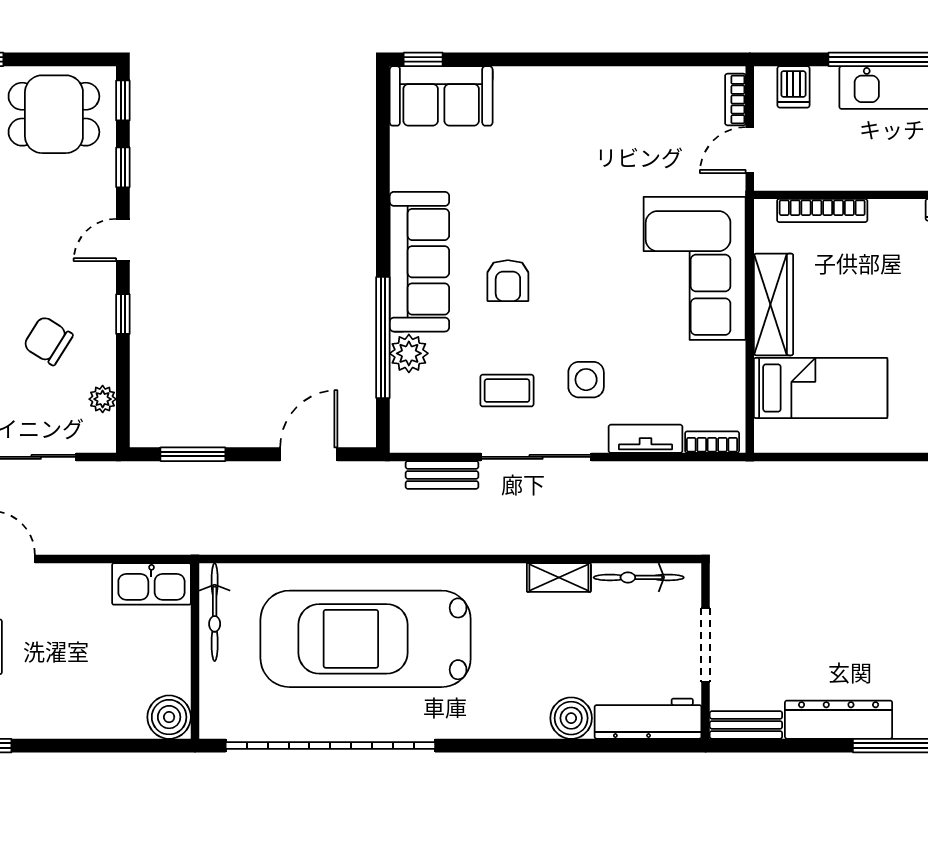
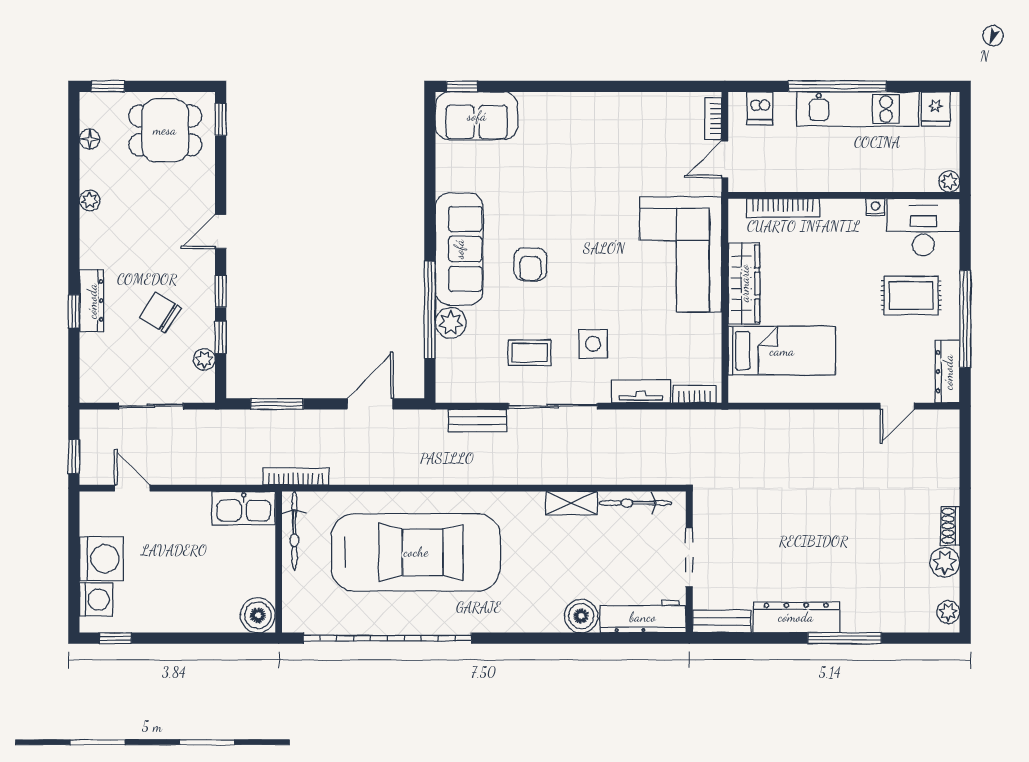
window: (123, 167) -> (221, 337), moved
bookcase: (216, 545) -> (296, 476), added
car: (366, 639) -> (416, 552), turned 180

